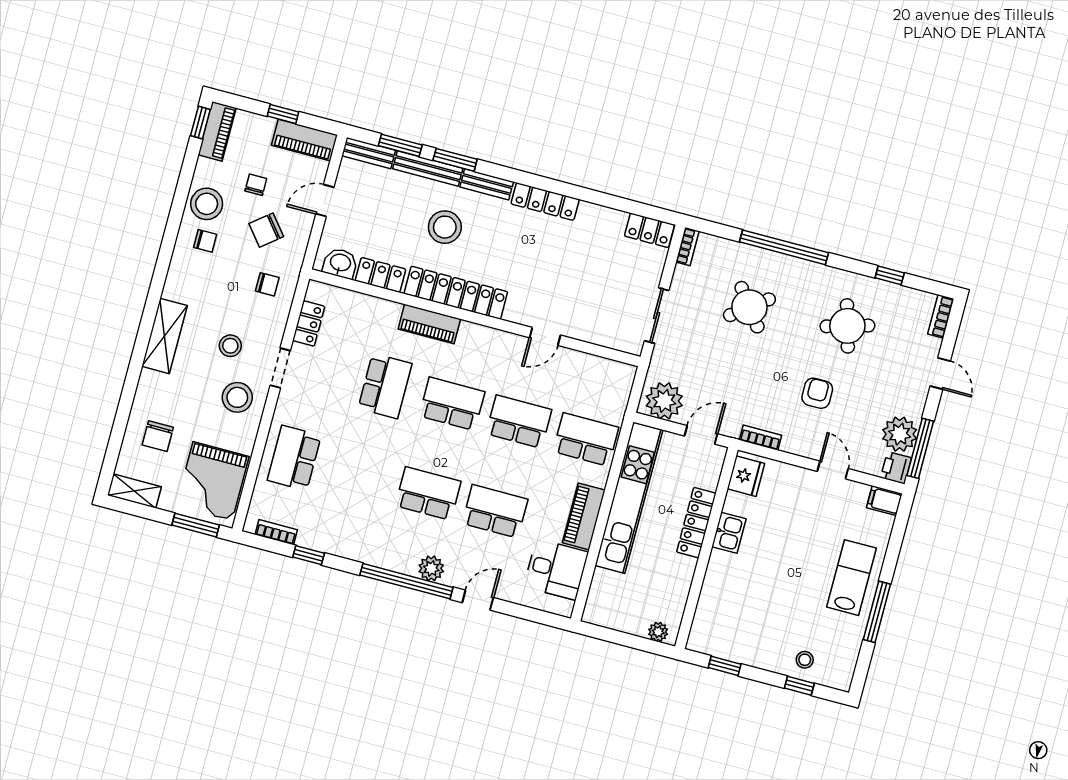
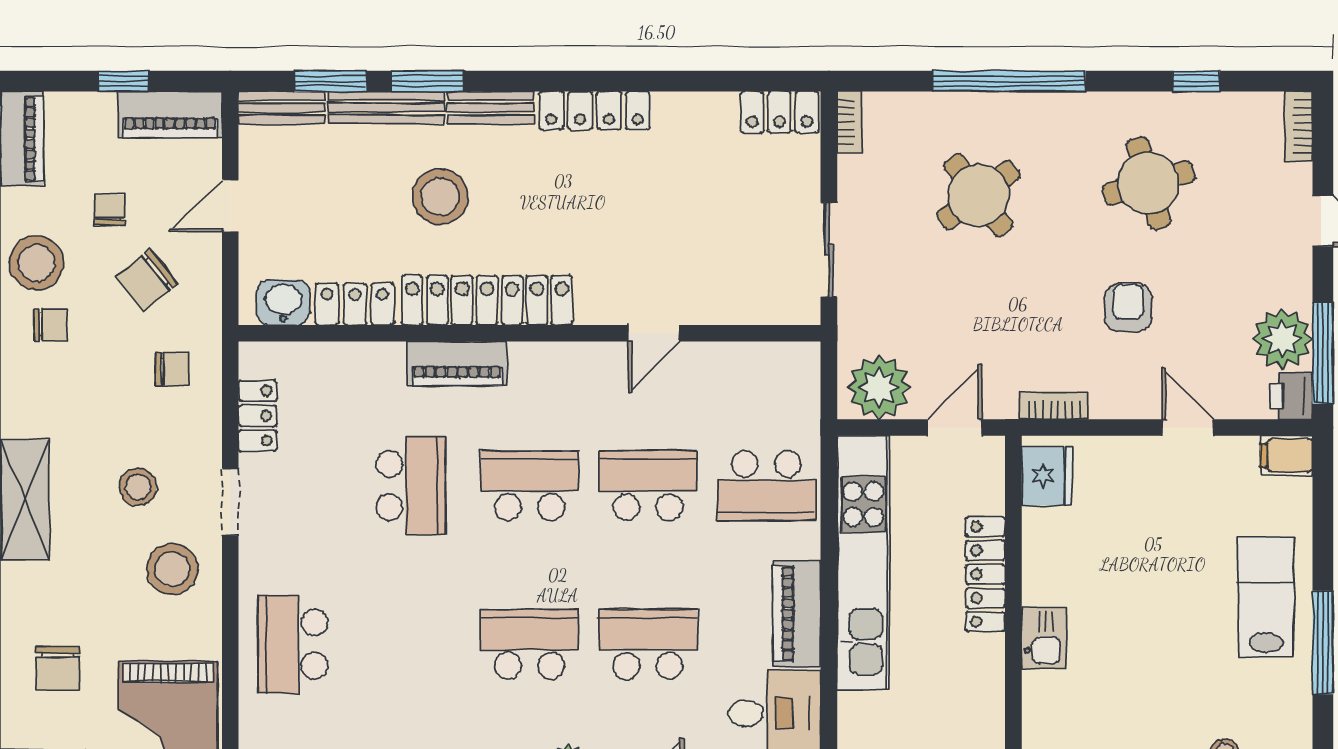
school desk: (586, 439) -> (766, 486), turned 180
kitchen sink: (729, 533) -> (1044, 638), moved

